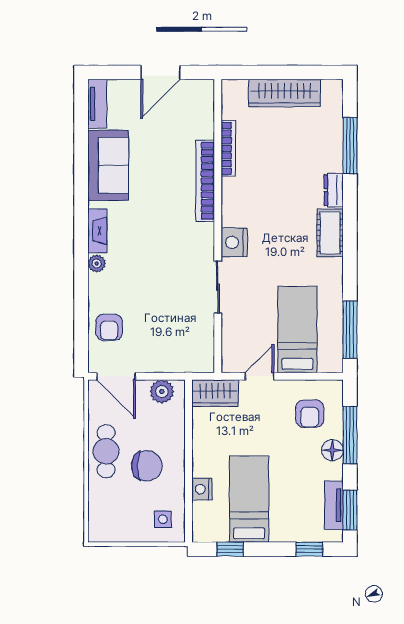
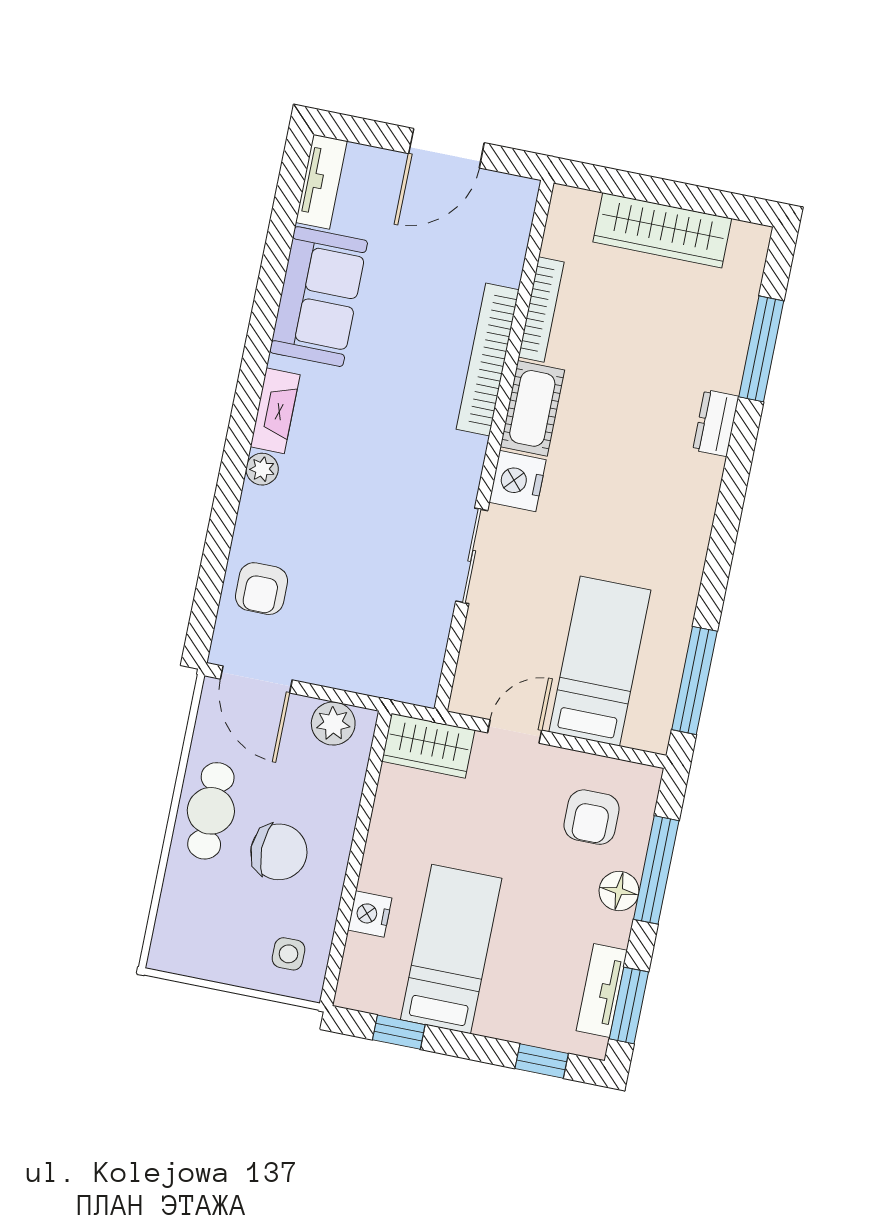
cot: (330, 233) -> (532, 408), moved

